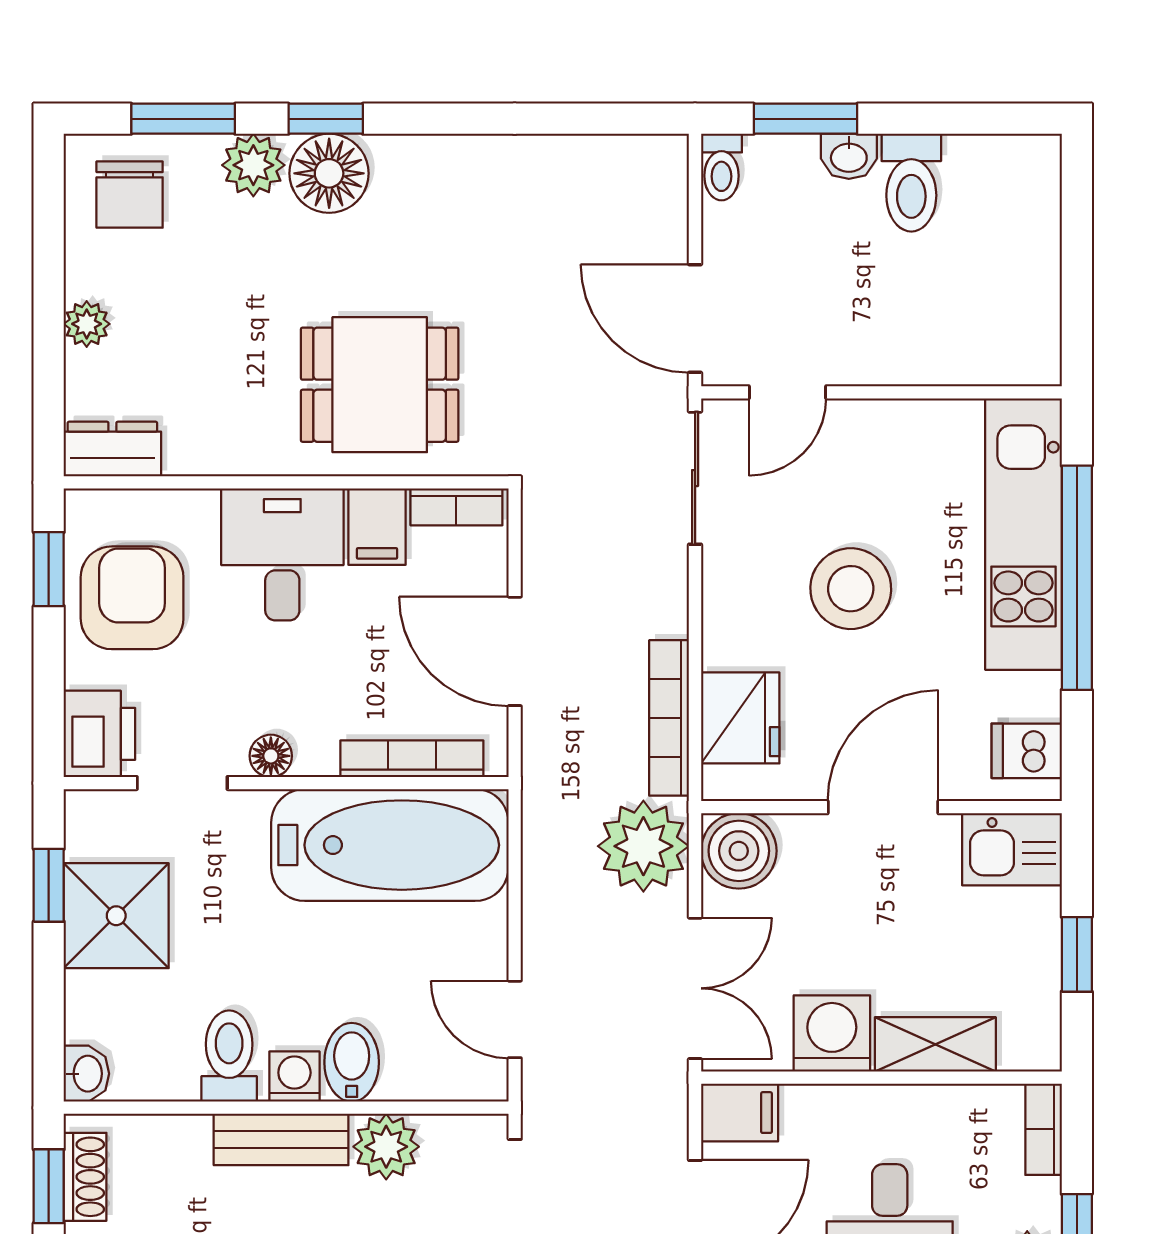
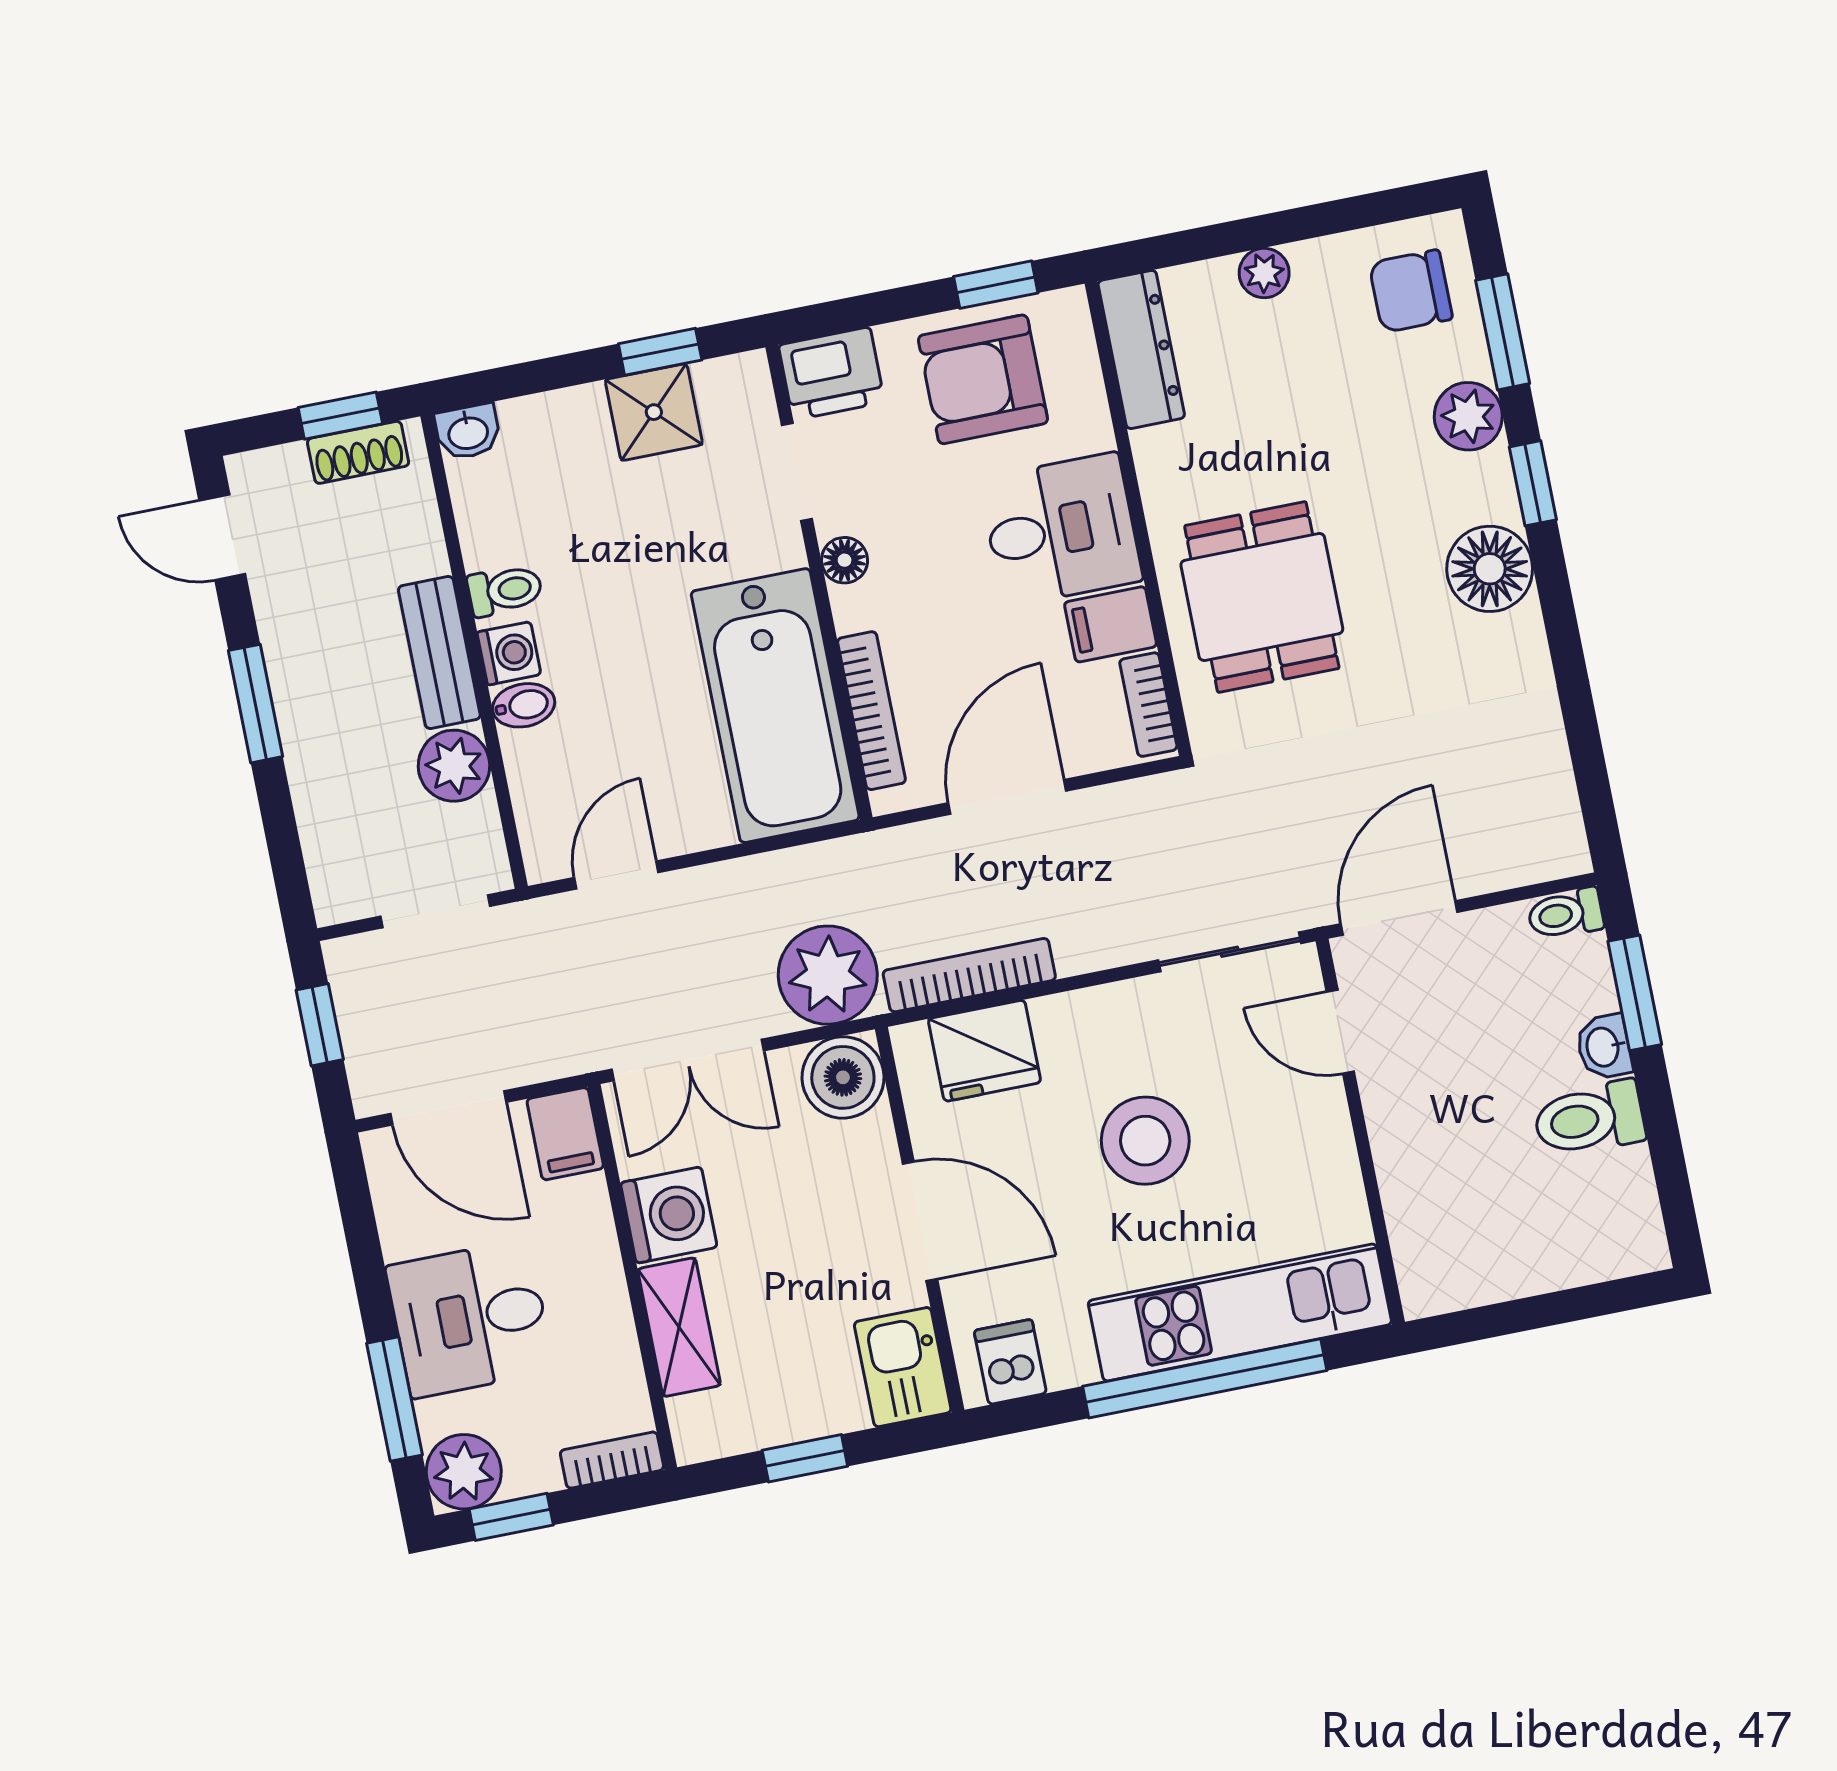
floor lamp: (329, 173) -> (1490, 569), moved
dresser: (112, 449) -> (1141, 349), width x1.44
armchair: (132, 598) -> (983, 379), turned 180
shower: (116, 916) -> (654, 412), width x0.73, depth x0.73
toilet: (229, 1056) -> (505, 590), width x0.73, depth x0.72
bidet: (352, 1062) -> (524, 705), width x0.72, depth x0.74

